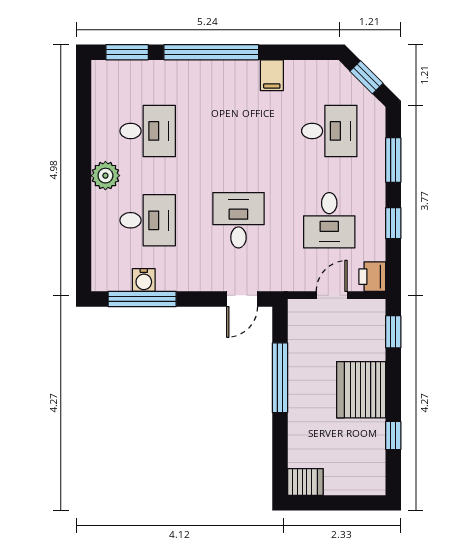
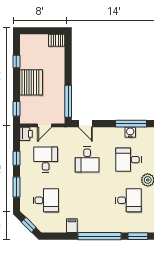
desk: (148, 131) -> (128, 200), turned 180
desk: (329, 131) -> (46, 200), turned 180
door: (242, 299) -> (85, 124), swing flipped
window: (280, 378) -> (68, 101), moved

